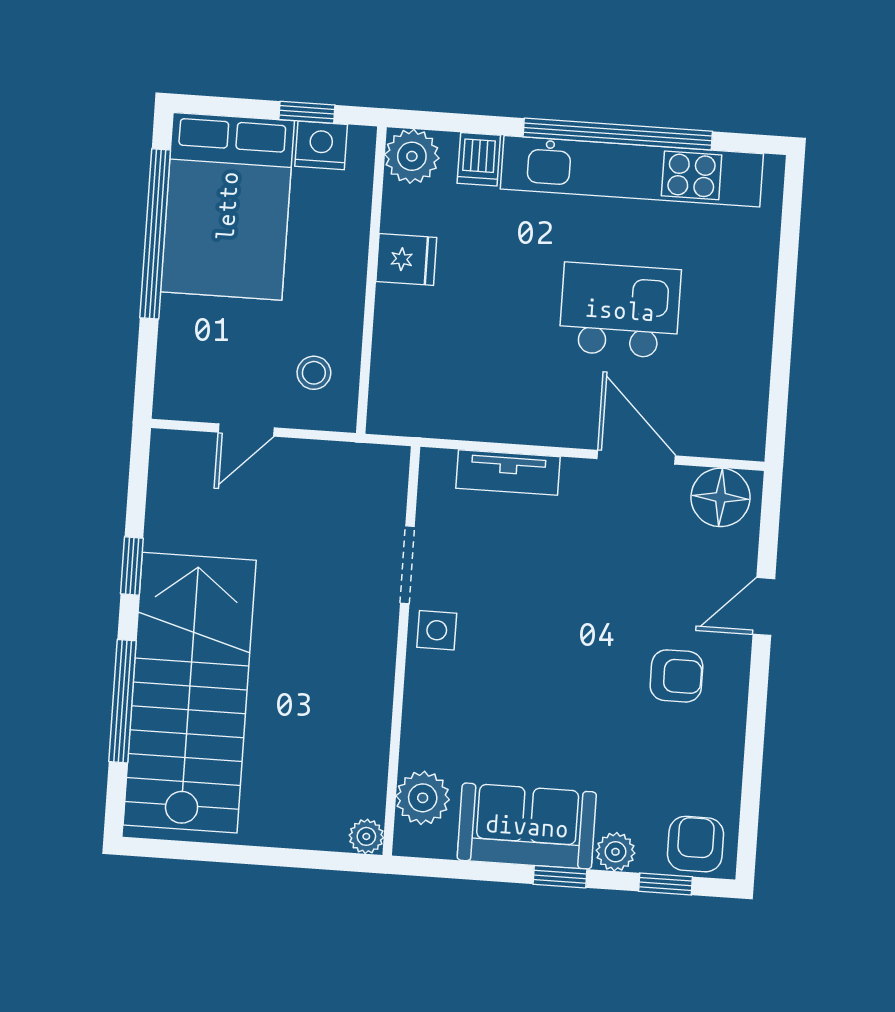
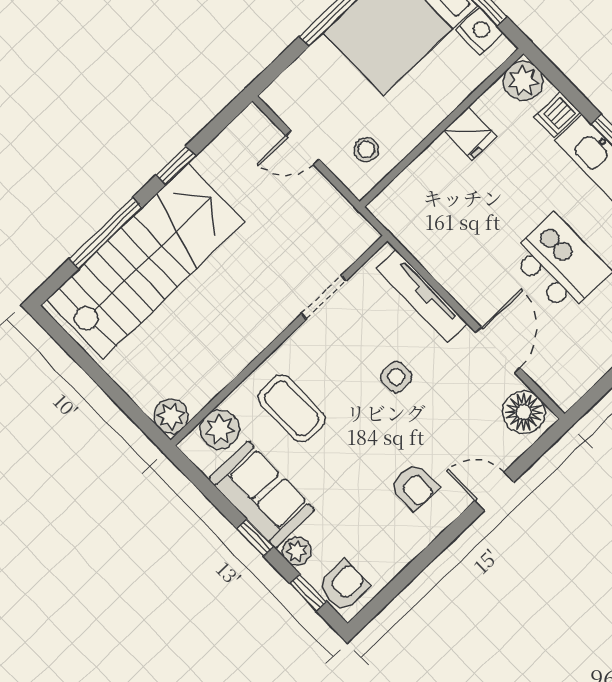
tv unit: (508, 472) -> (422, 296), width x1.41
side table: (437, 630) -> (396, 377), moved
coffee table: (478, 709) -> (292, 408), added
plant: (366, 836) -> (171, 416), width x1.38, depth x1.38

